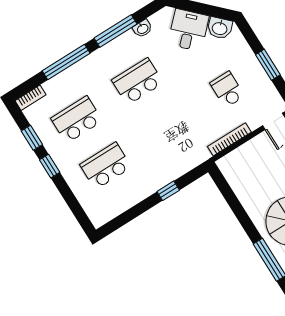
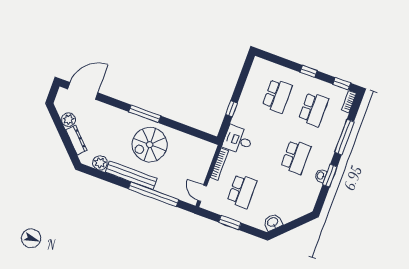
washbasin: (142, 29) -> (321, 176), moved
desk: (188, 30) -> (238, 140), moved, turned 135
window: (116, 31) -> (330, 176), width x0.69
school desk: (227, 90) -> (242, 191), width x1.85
window: (32, 138) -> (342, 84), moved

